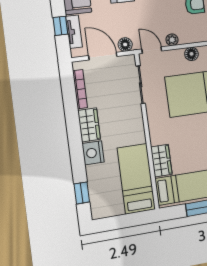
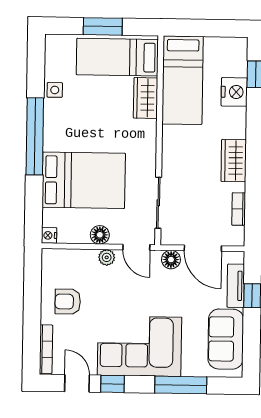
floor lamp: (191, 54) -> (100, 235), moved
bookcase: (80, 89) -> (239, 209), width x0.64
nightstand: (93, 153) -> (234, 92), moved

